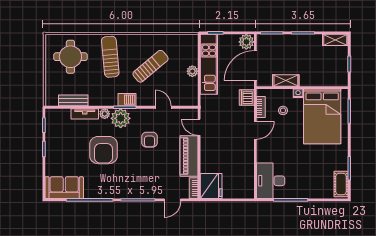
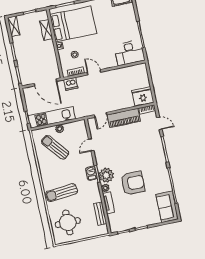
plant: (246, 42) -> (29, 93), removed
sun lounger: (151, 66) -> (55, 147), moved
shelving: (286, 81) -> (46, 30), moved
armchair: (149, 140) -> (118, 150), removed

